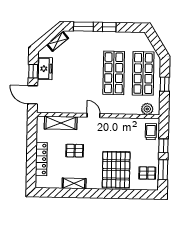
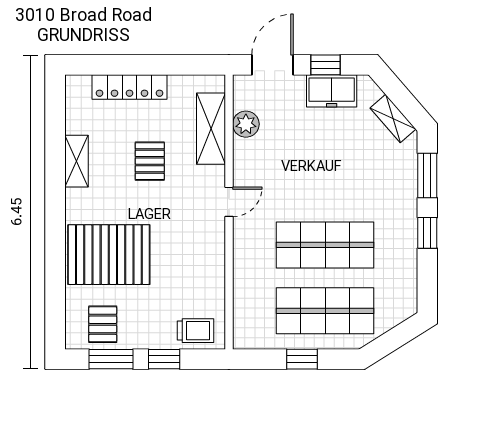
plant: (147, 109) -> (246, 124), moved

